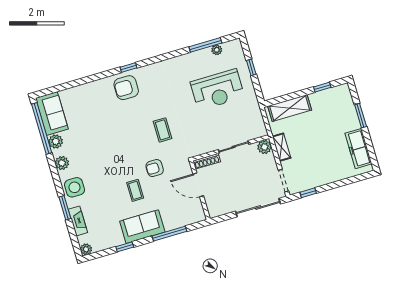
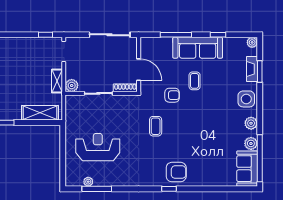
window: (251, 67) -> (63, 158), removed
window: (65, 208) -> (260, 71), moved
sliding door: (258, 208) -> (110, 35), moved
sofa: (142, 227) -> (198, 48), width x1.36

